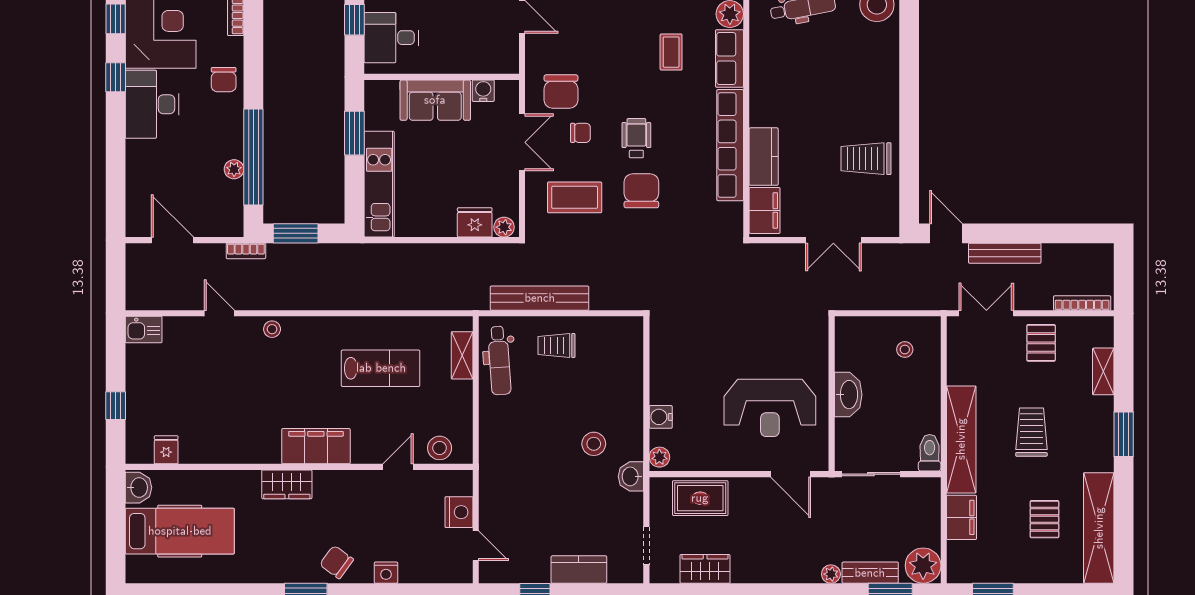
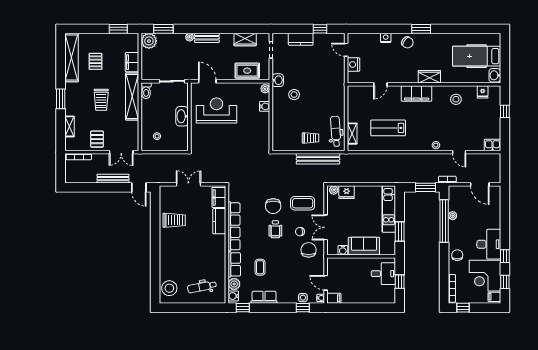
stool: (440, 448) -> (456, 99), moved
bench: (870, 573) -> (207, 38), moved

